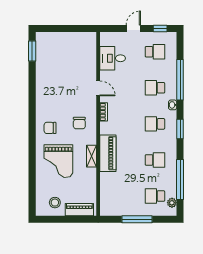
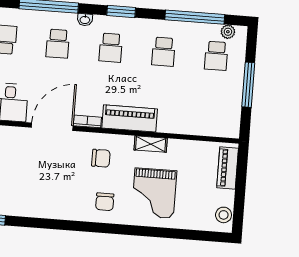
door: (98, 88) -> (52, 127), width x1.87
piano: (108, 153) -> (130, 118), moved
school desk: (155, 160) -> (163, 52), turned 180
grand piano: (58, 161) -> (154, 193), turned 90
stool: (55, 203) -> (224, 215), moved

